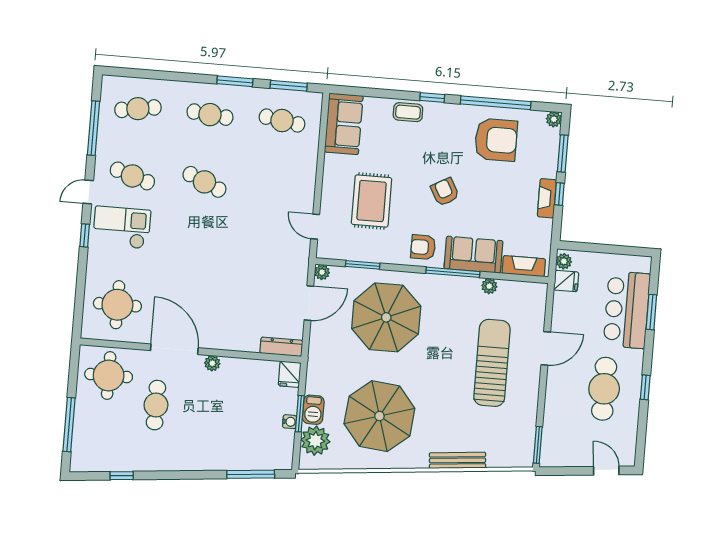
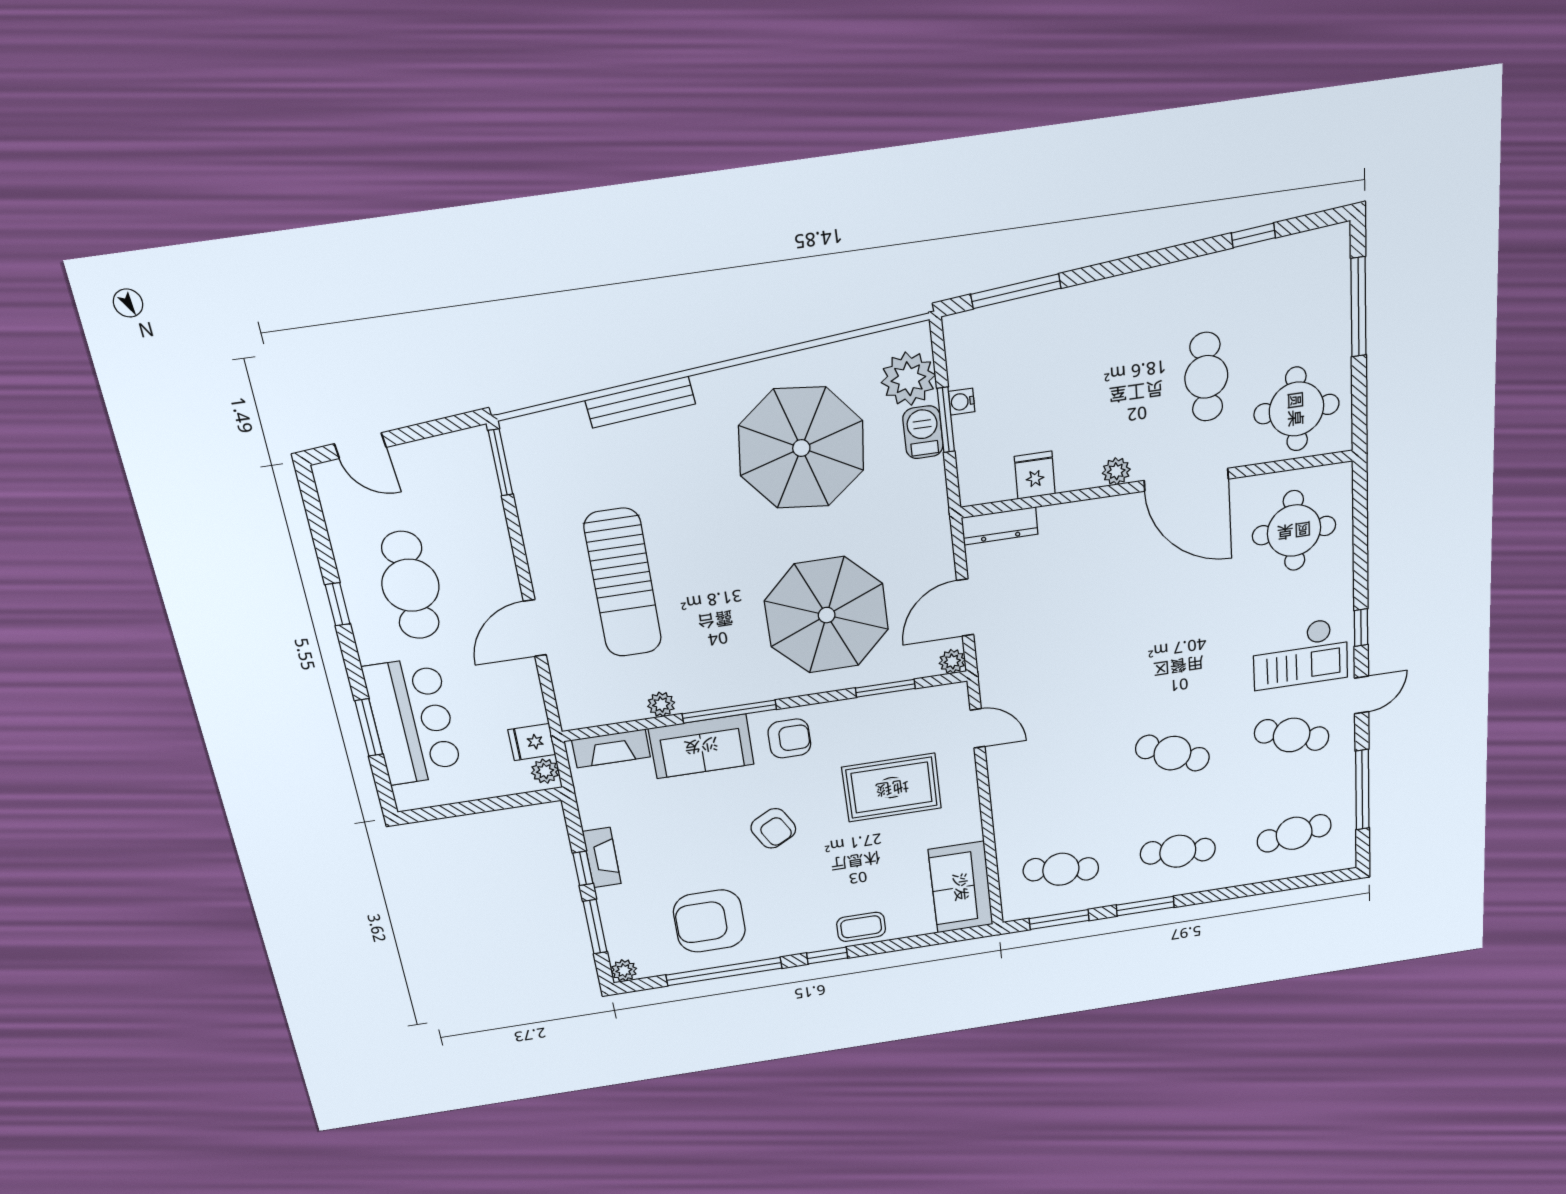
rug: (372, 201) -> (892, 788), turned 90
fridge: (290, 374) -> (1035, 475), moved

